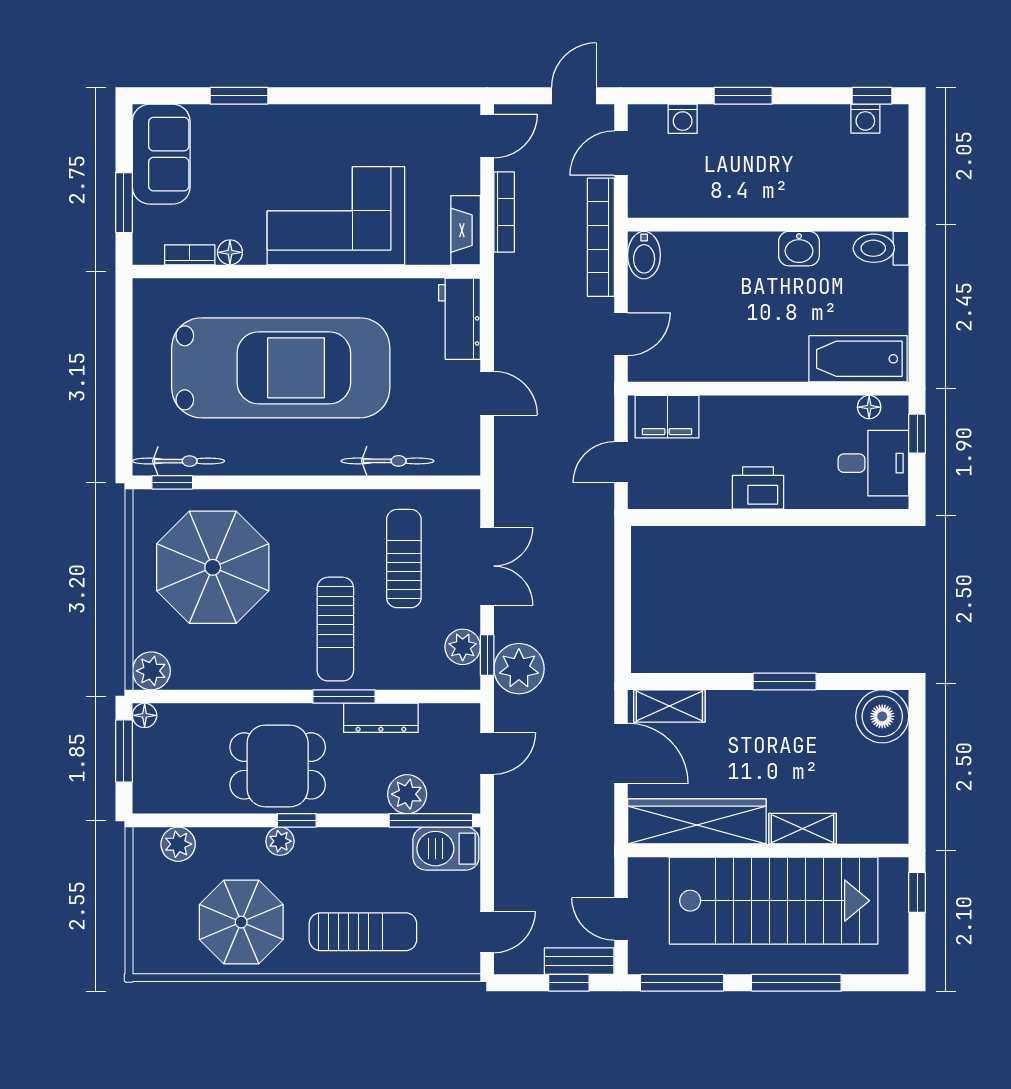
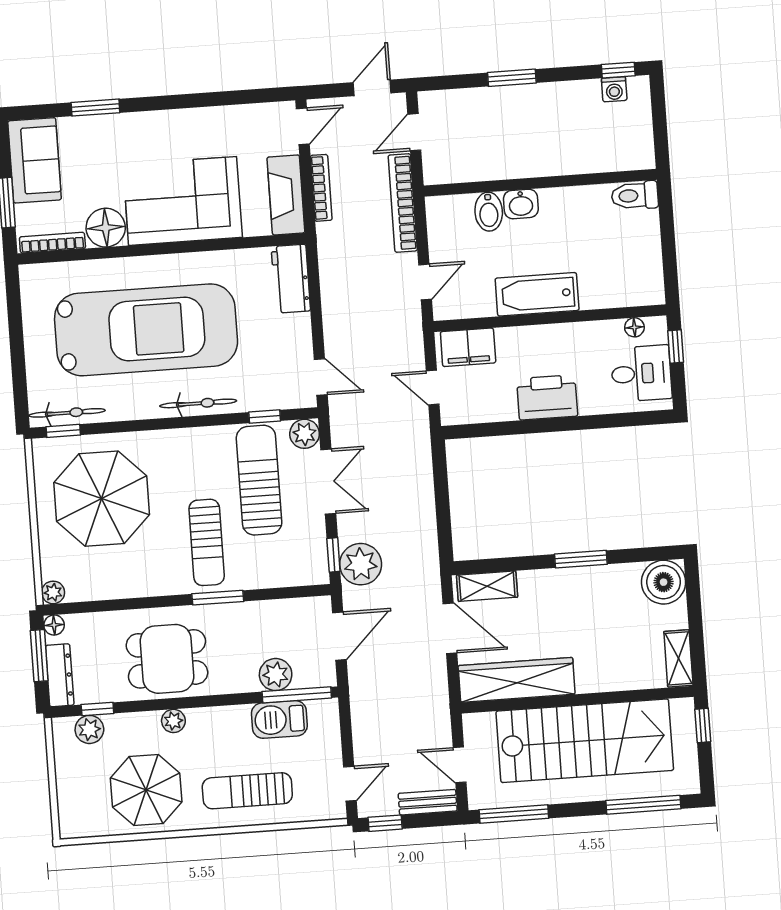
washing machine: (683, 119) -> (463, 100), removed
fireplace: (466, 230) -> (286, 195), width x1.37, depth x1.32
washbasin: (799, 249) -> (521, 204), moved
floor lamp: (230, 252) -> (106, 228), width x1.89, depth x1.89
bookcase: (190, 255) -> (52, 243), width x1.56
bidet: (644, 255) -> (489, 212), moved
bathtub: (858, 359) -> (537, 294), moved
door: (487, 393) -> (321, 377), moved
bicycle: (387, 461) -> (198, 403), moved
door: (621, 462) -> (433, 388), hinge flipped
window: (416, 482) -> (265, 416), added
printer: (758, 488) -> (547, 397), width x1.37, depth x1.19
sun lounger: (404, 559) -> (259, 480), width x1.36, depth x1.34
plant: (463, 647) -> (305, 434), moved
plant: (151, 671) -> (53, 592), width x0.73, depth x0.73
dresser: (381, 718) -> (60, 675), moved, turned -90
door: (487, 753) -> (339, 636), width x1.38
window: (297, 820) -> (97, 709), moved
shelving: (803, 829) -> (678, 658), moved, turned 90
barbecue: (446, 849) -> (279, 719), moved
sun lounger: (363, 932) -> (247, 791), turned 180
window: (569, 983) -> (385, 823), moved
window: (796, 983) -> (643, 805), moved

